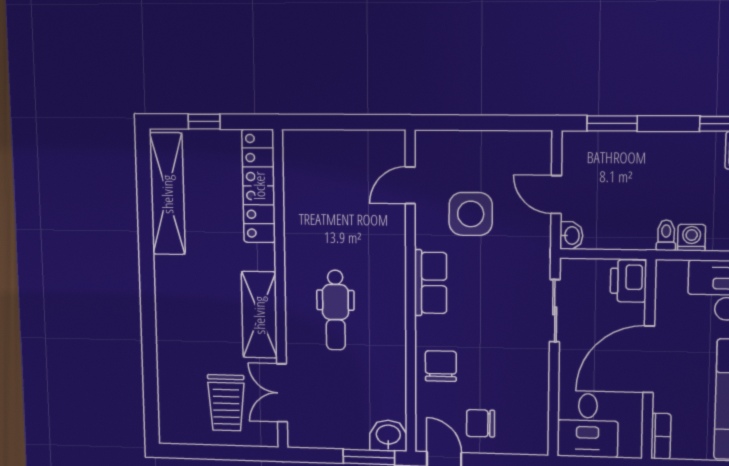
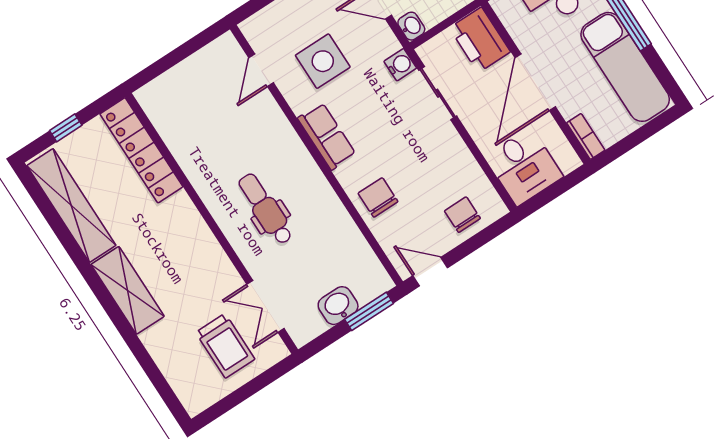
water cooler: (538, 263) -> (400, 65), added
printer: (628, 281) -> (480, 40), width x1.37, depth x1.19
dental chair: (336, 310) -> (266, 209), turned 180
shelving: (259, 315) -> (128, 290), moved
chair: (481, 423) -> (462, 215), moved, turned 90
washbasin: (388, 435) -> (338, 306), moved

